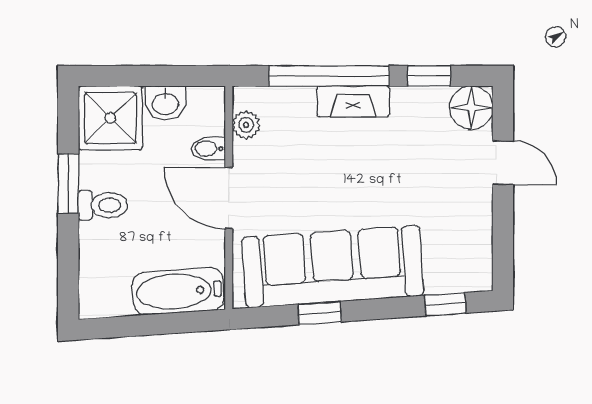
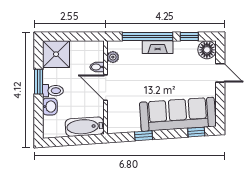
washbasin: (165, 103) -> (50, 107), moved, turned -90
sofa: (333, 267) -> (178, 114), moved

